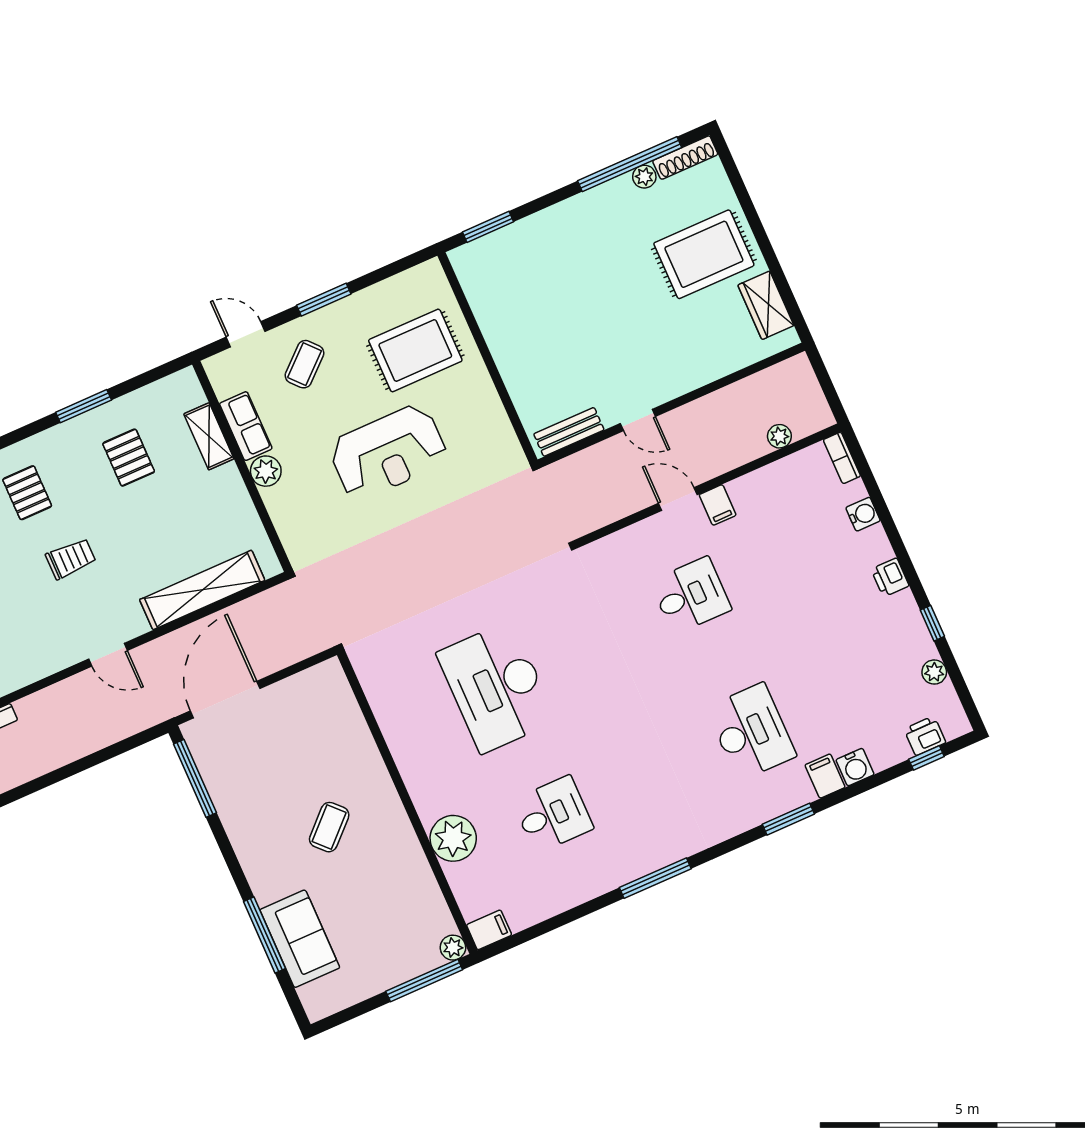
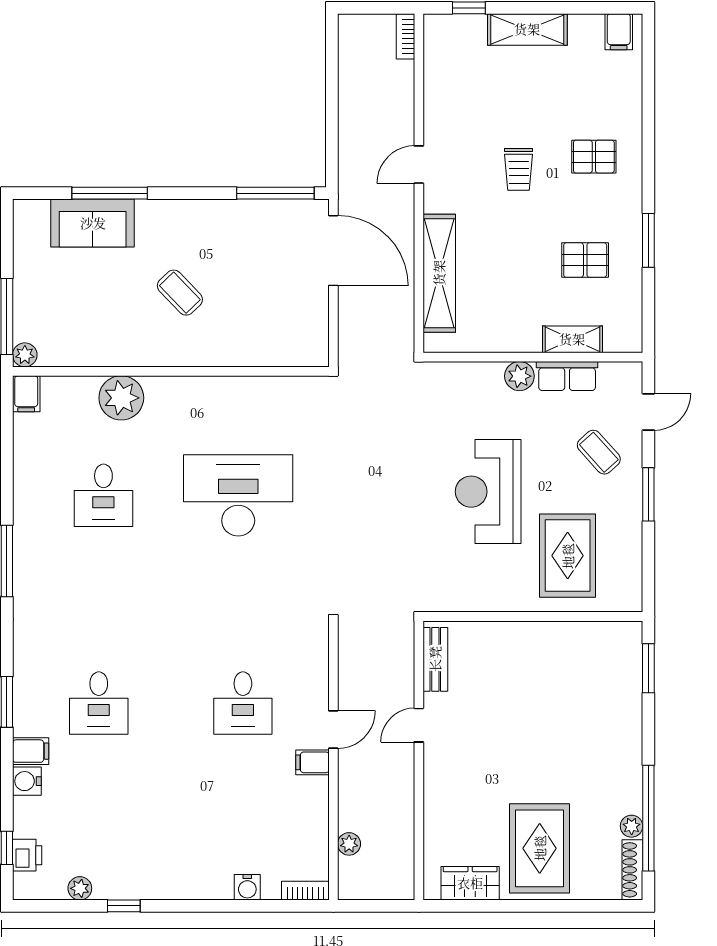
printer: (890, 577) -> (181, 886), removed
desk: (751, 732) -> (99, 703), width x0.73

